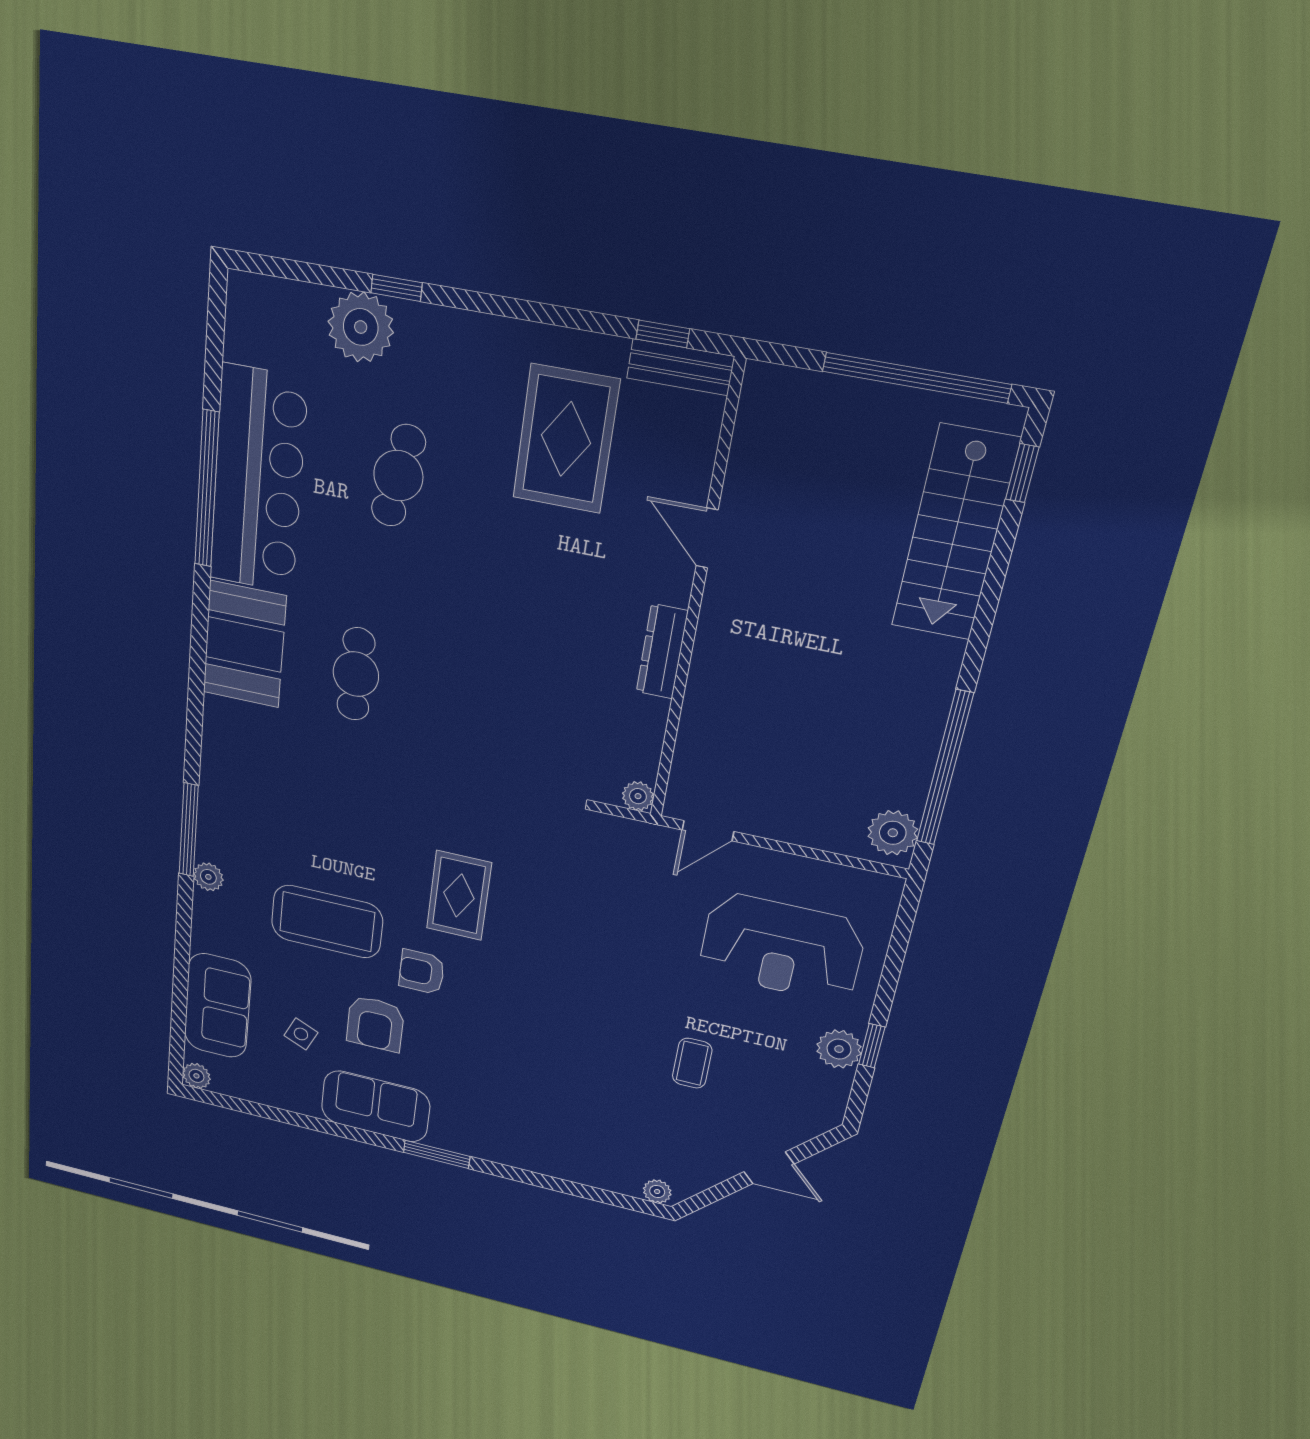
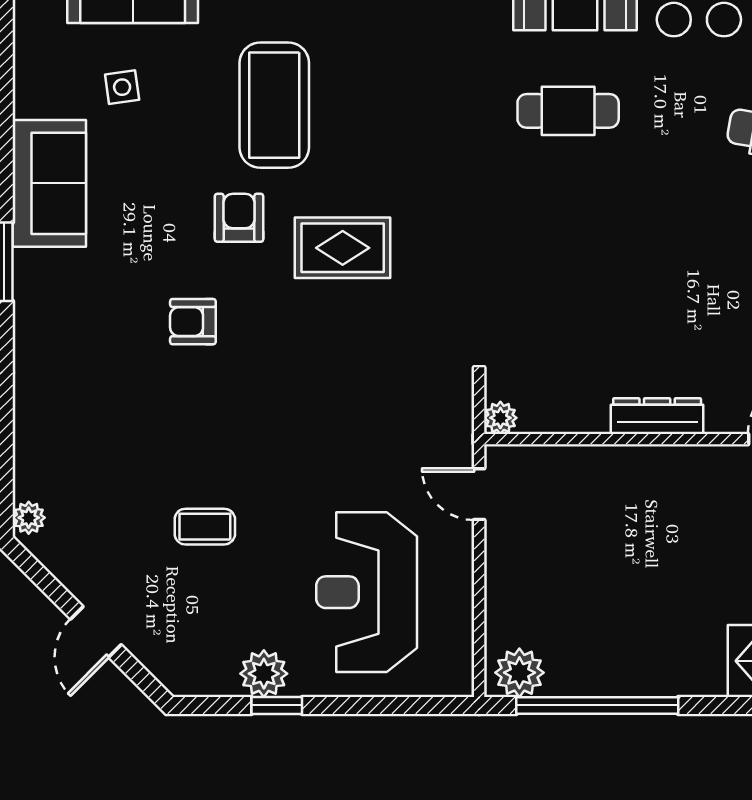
armchair: (375, 1024) -> (193, 322), moved, width x0.72, depth x0.72
side table: (301, 1034) -> (122, 87), turned -32

